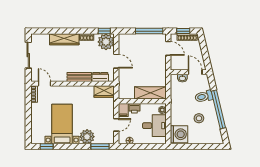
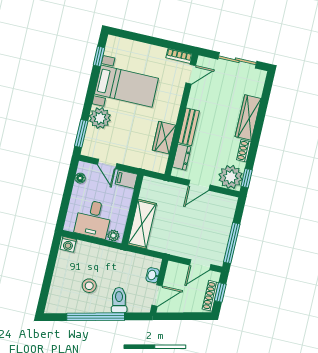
wardrobe: (104, 92) -> (164, 138), moved
printer: (134, 108) -> (125, 196), removed
washing machine: (179, 134) -> (68, 244), width x0.53, depth x0.53

